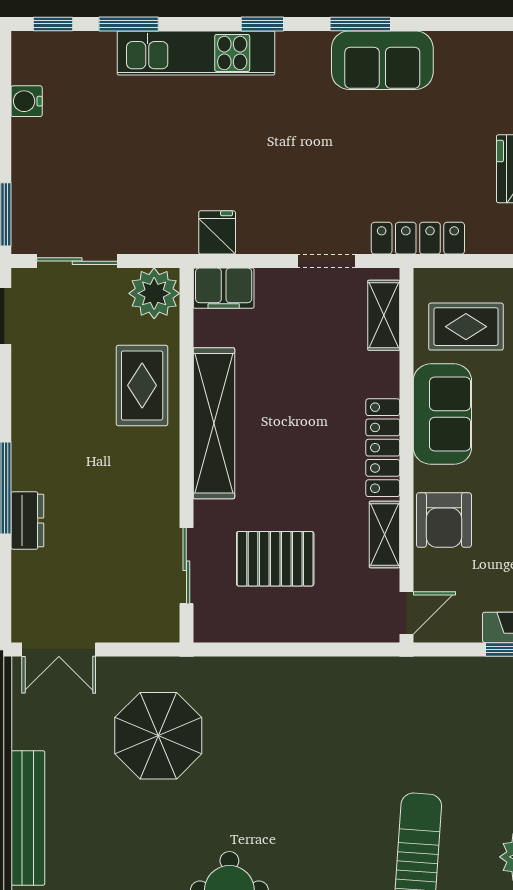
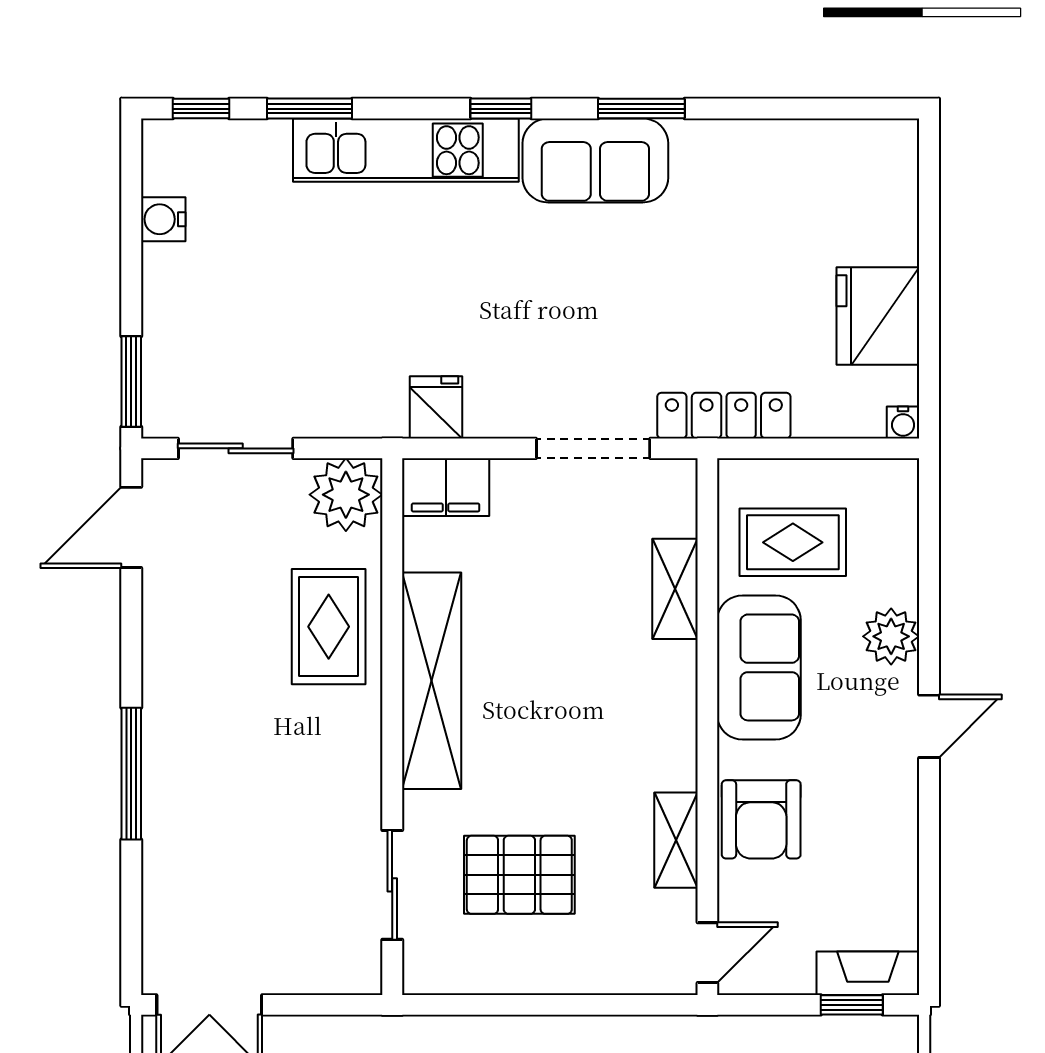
sofa: (382, 60) -> (595, 160), moved
doorway: (327, 261) -> (593, 448), width x1.38
shelving: (384, 315) -> (675, 589), moved
locker: (383, 448) -> (673, 716), removed
dresser: (27, 521) -> (164, 820), removed

